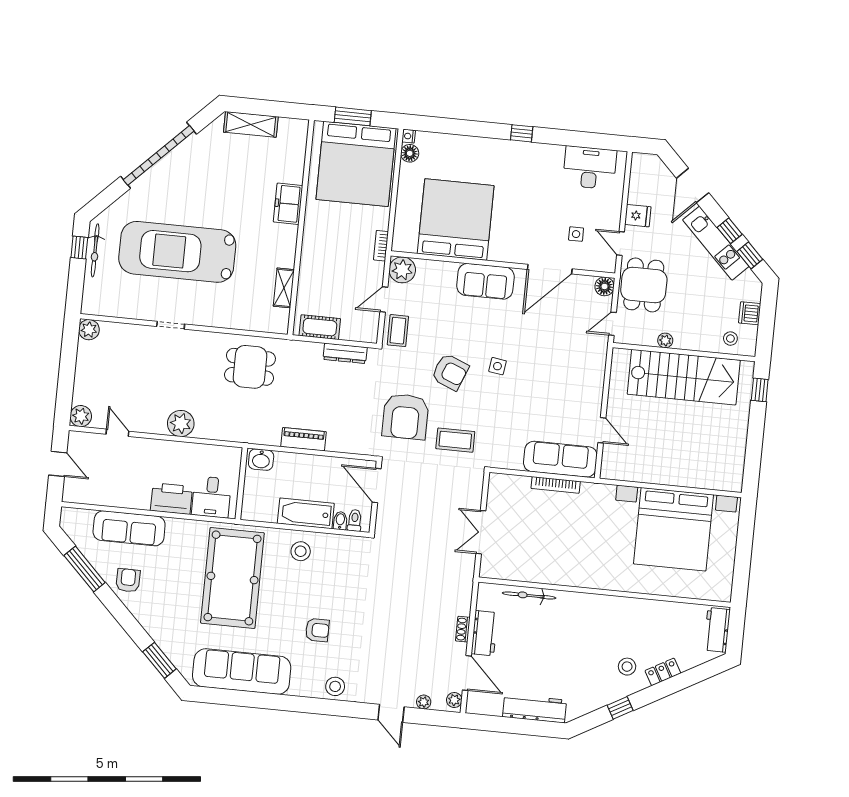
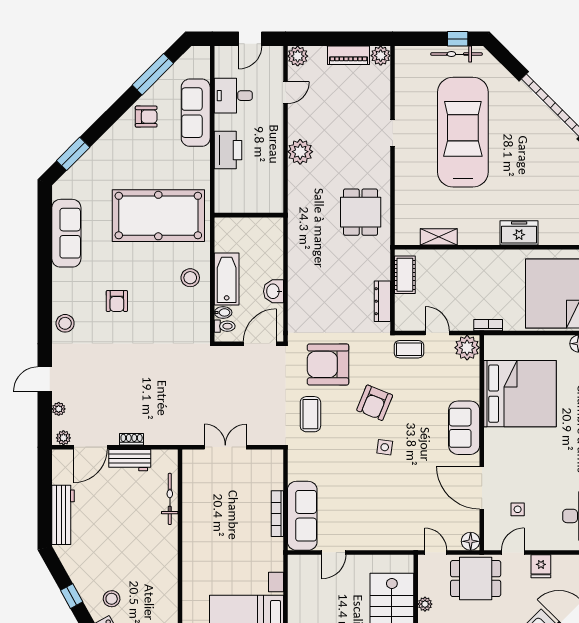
piano: (304, 439) -> (348, 55), moved, turned 90
washbasin: (261, 460) -> (273, 291), moved
desk: (211, 497) -> (233, 96), moved
sofa: (242, 672) -> (66, 233), width x0.74, depth x0.79

